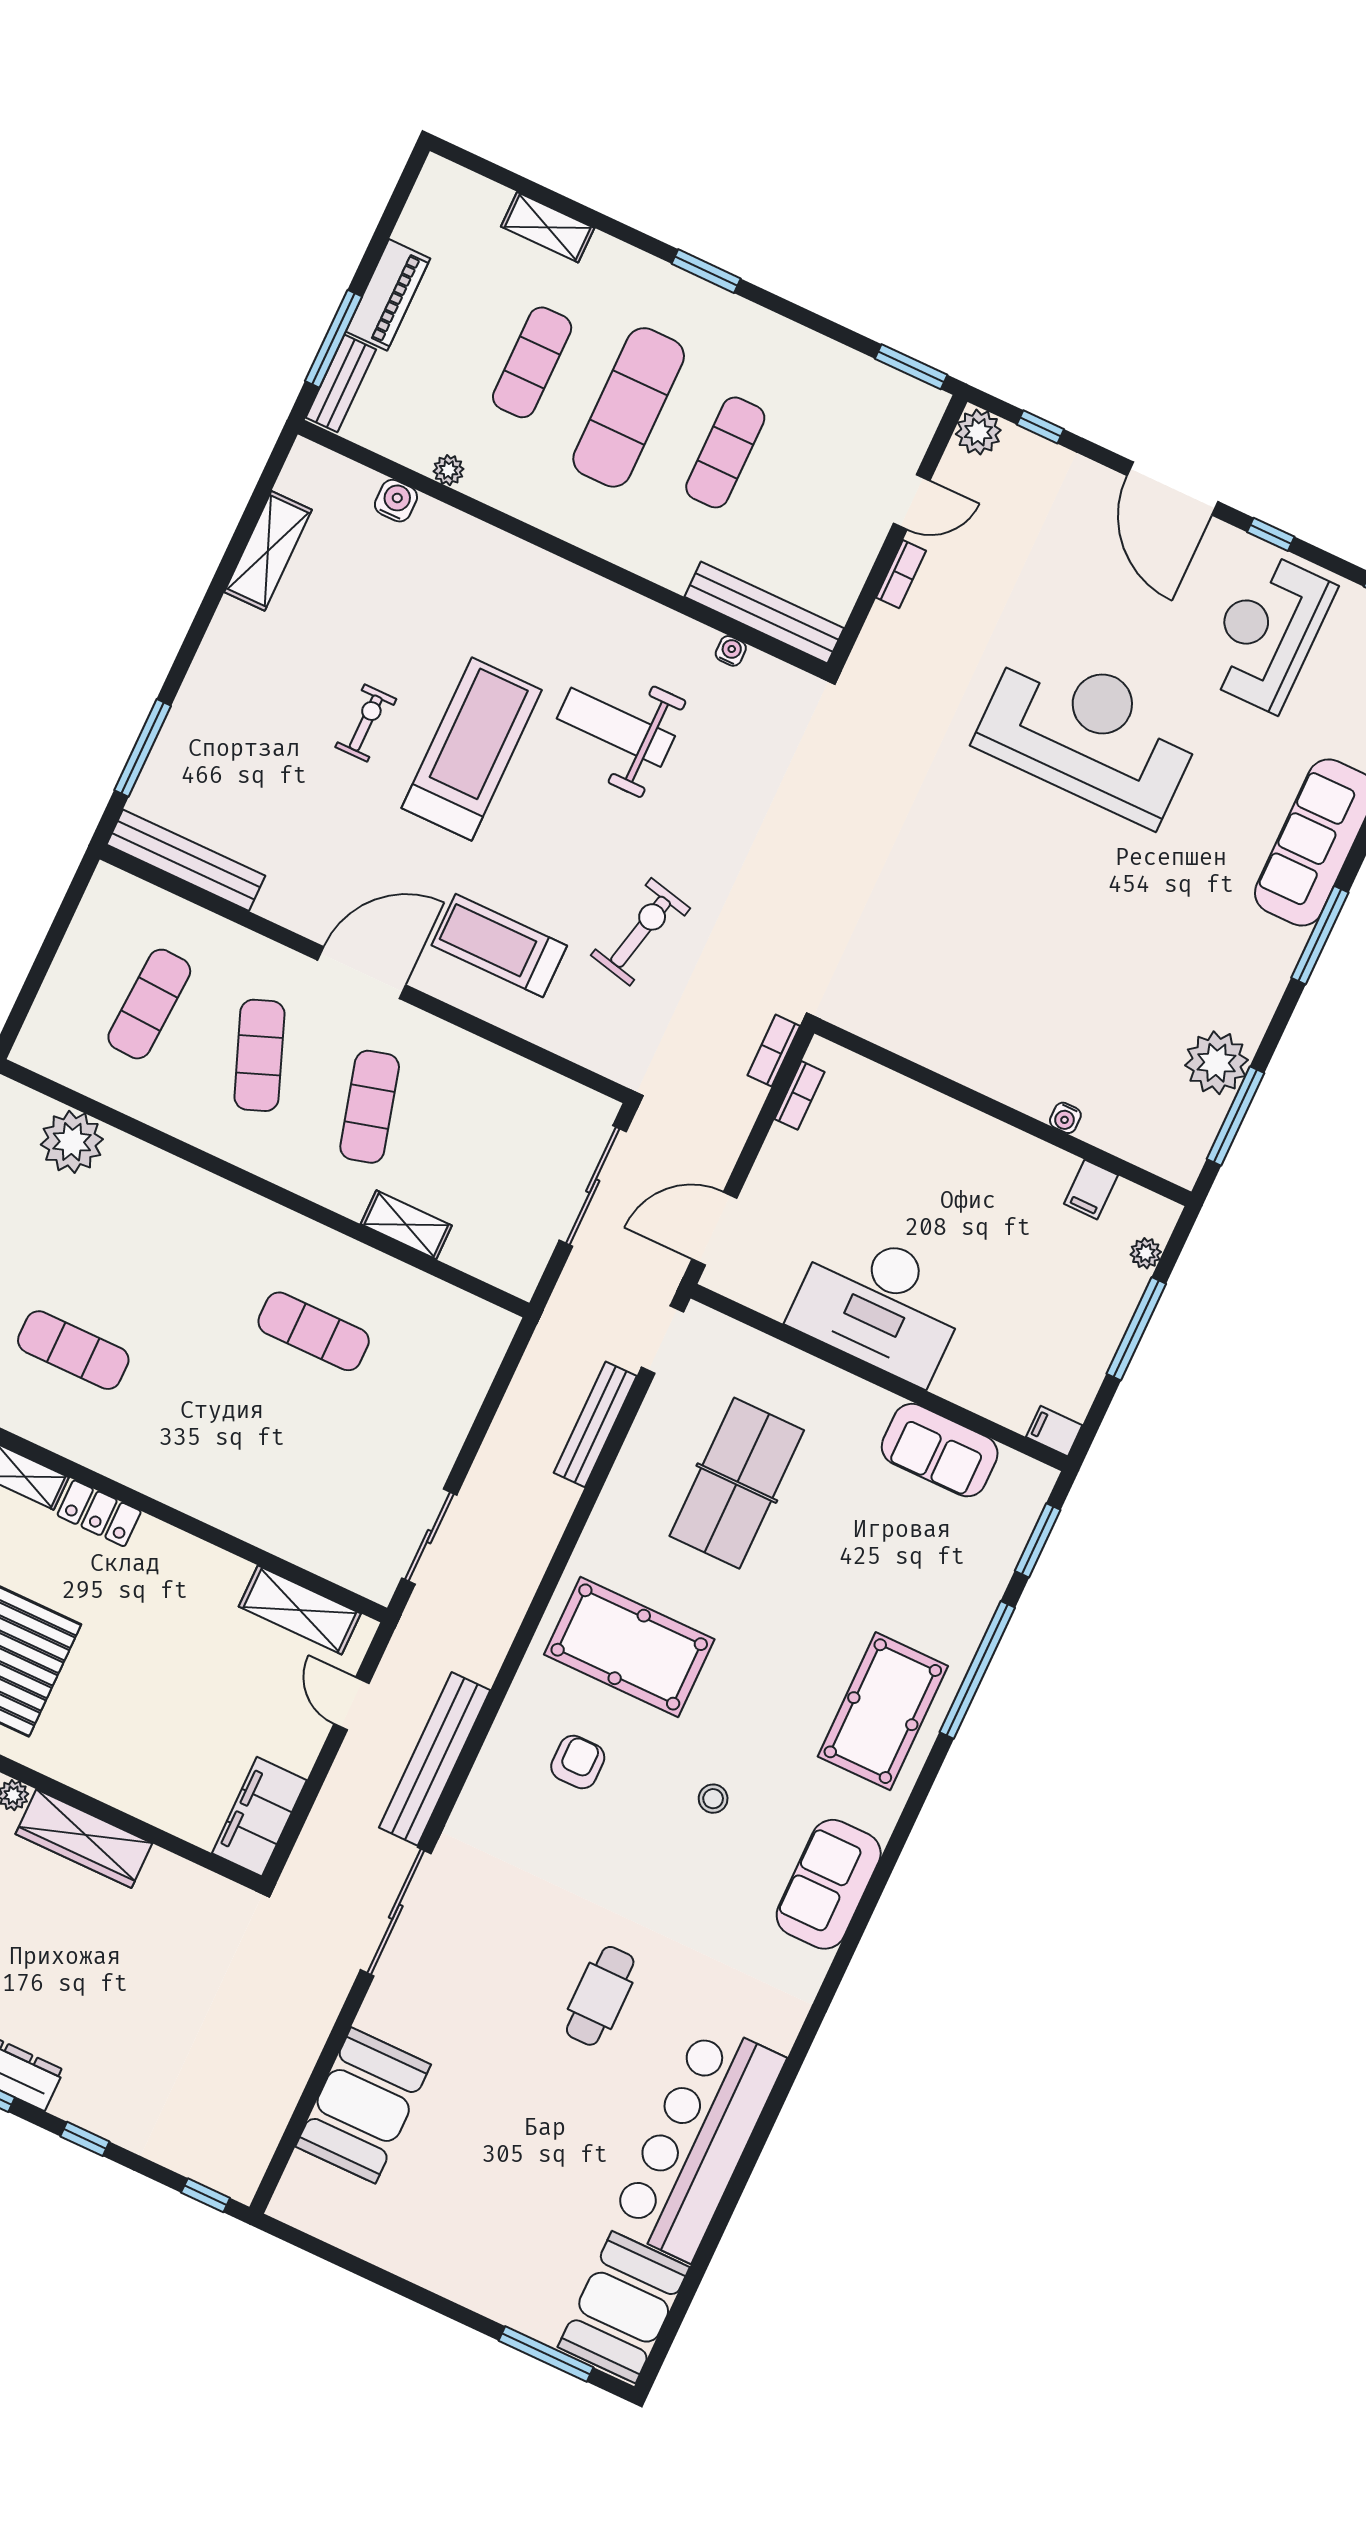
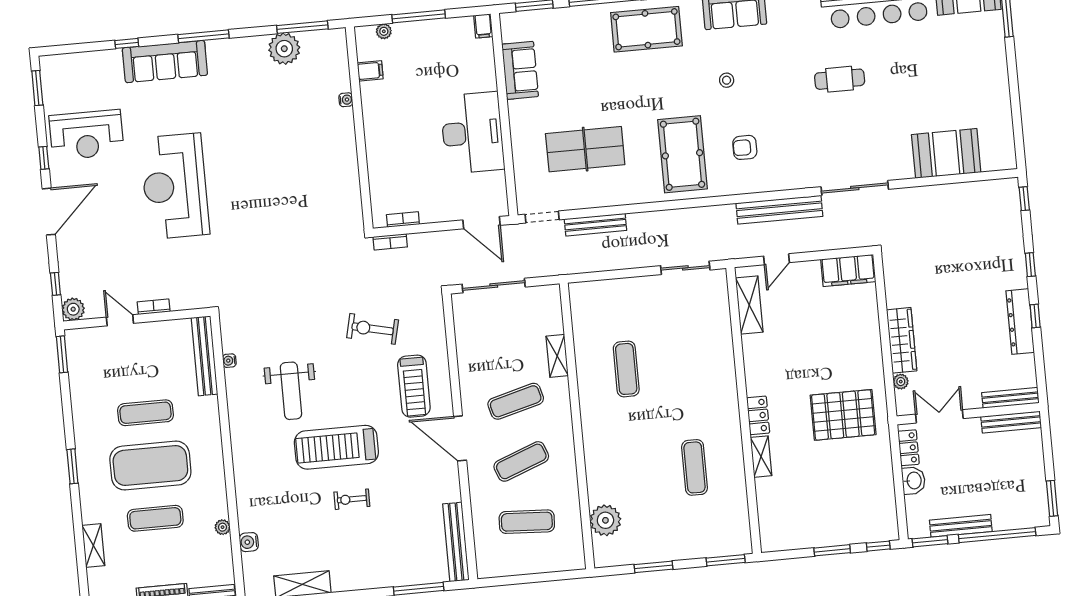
exercise mat: (629, 407) -> (150, 466), width x1.47

